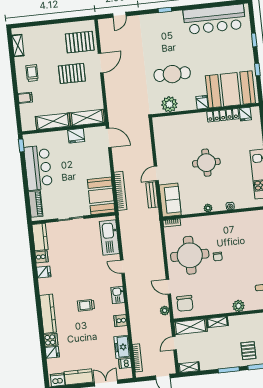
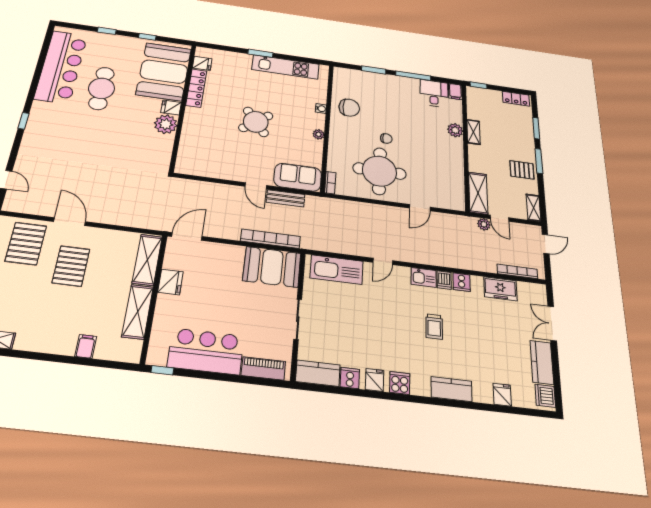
trolley: (32, 73) -> (49, 326), removed
cafe table: (172, 74) -> (102, 88), moved
plant: (169, 104) -> (166, 124), moved
round table: (206, 163) -> (256, 122), turned -38
chair: (185, 303) -> (349, 108), moved
plant: (165, 311) -> (484, 224), moved
kitchen counter: (48, 314) -> (451, 389), width x0.67
shelving: (217, 322) -> (473, 132), moved
cooker: (51, 340) -> (400, 383), moved
pallet: (248, 351) -> (522, 170), moved
dishwasher: (125, 363) -> (444, 280), moved

